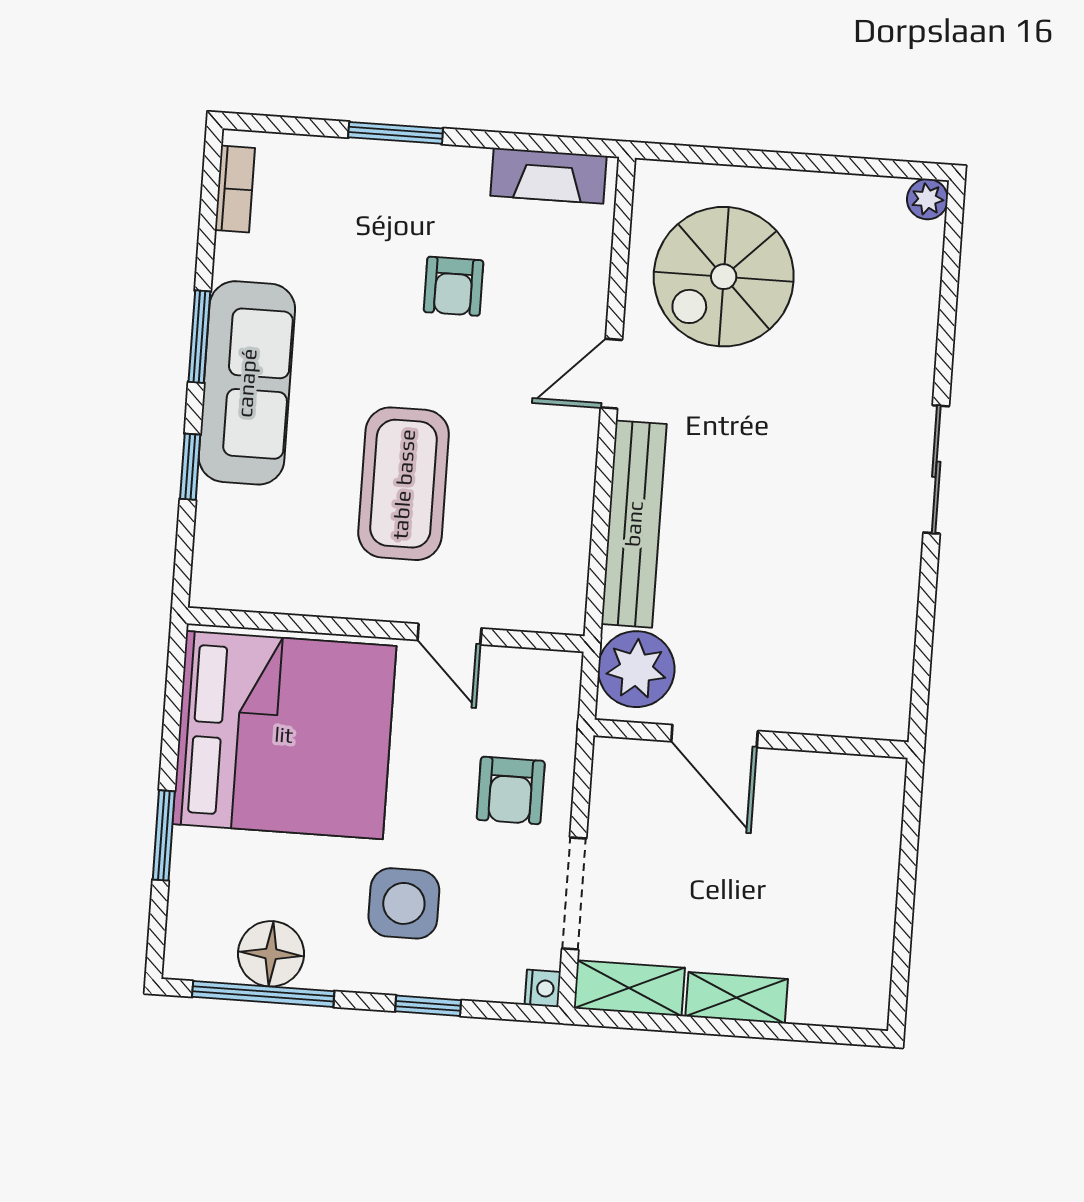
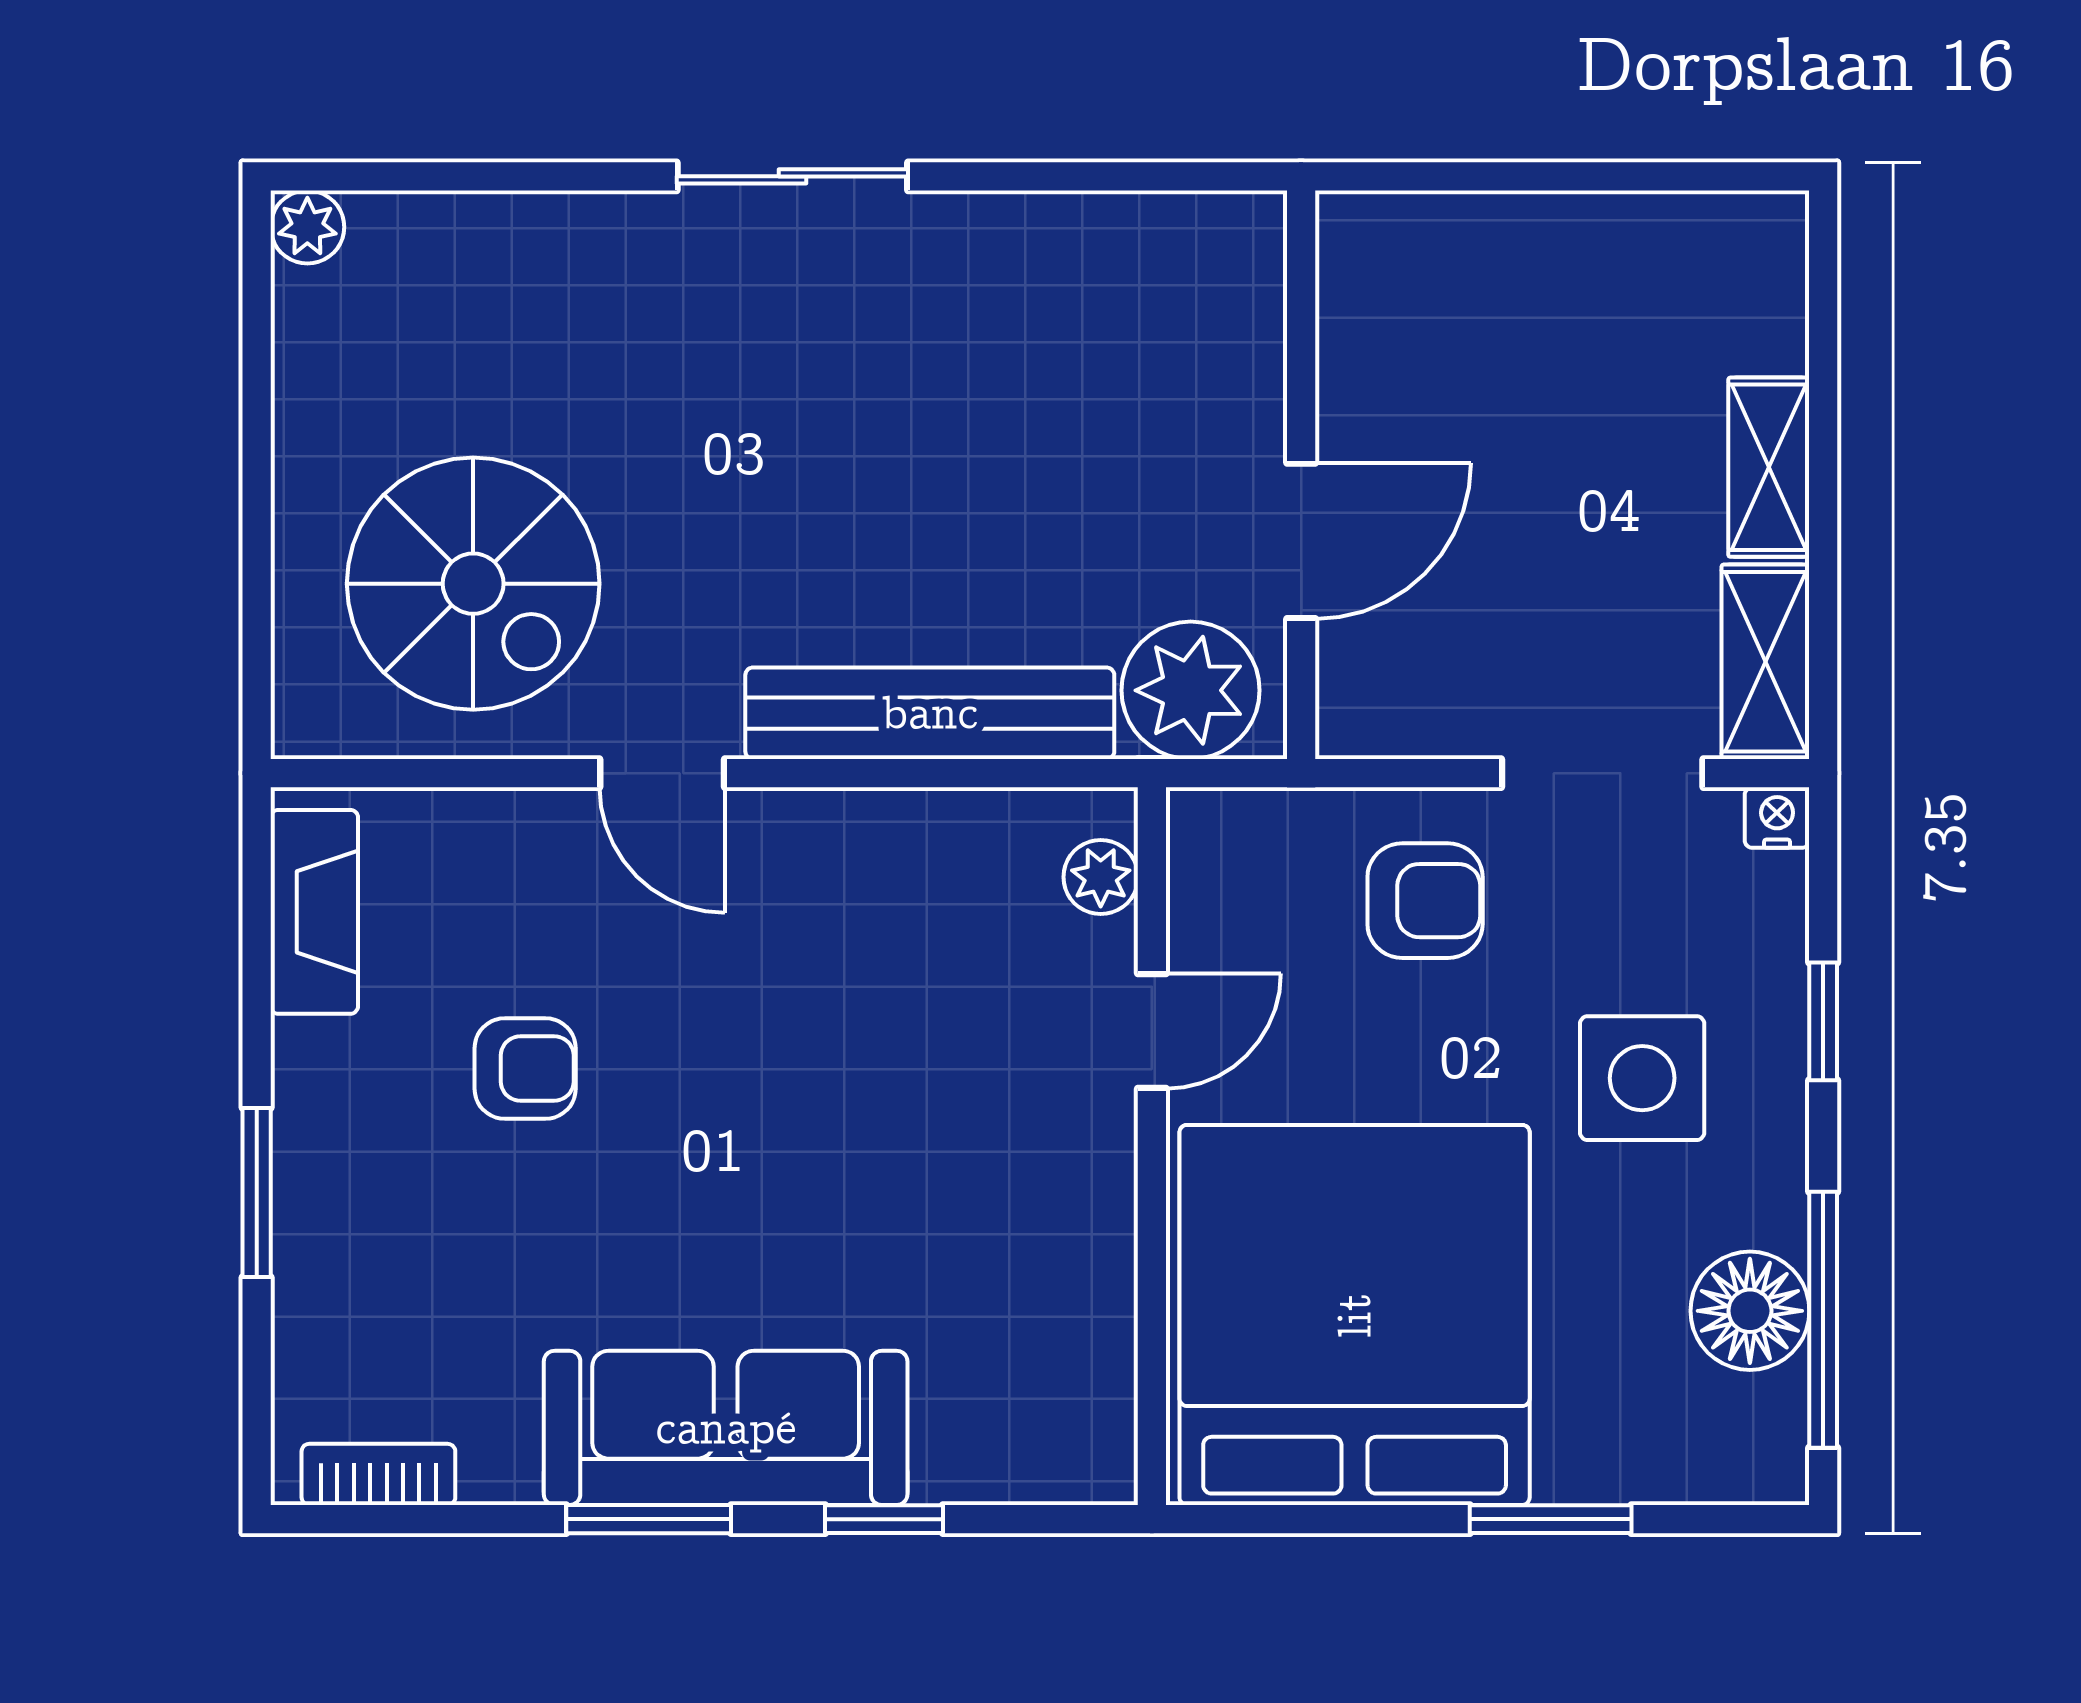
coffee table: (404, 484) -> (887, 1133), removed
plant: (537, 612) -> (1101, 877), added

